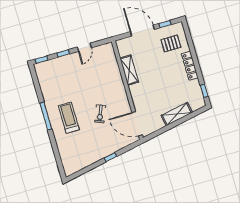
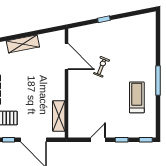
shelving: (129, 70) -> (59, 116), moved
treadmill: (69, 118) -> (137, 97), moved, turned 180
door: (137, 124) -> (67, 56), moved

